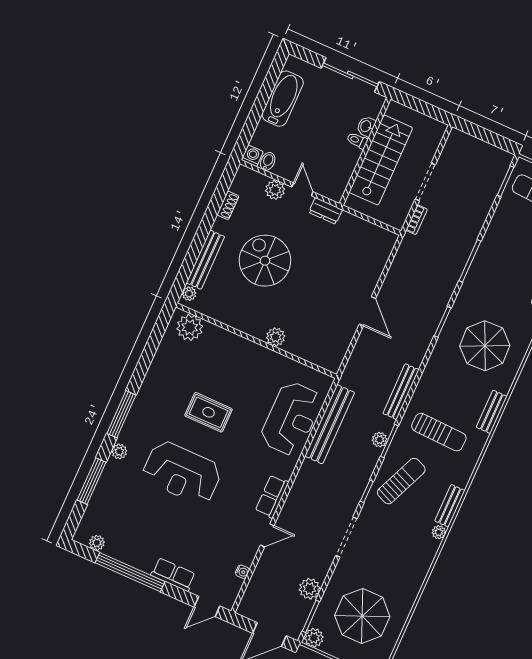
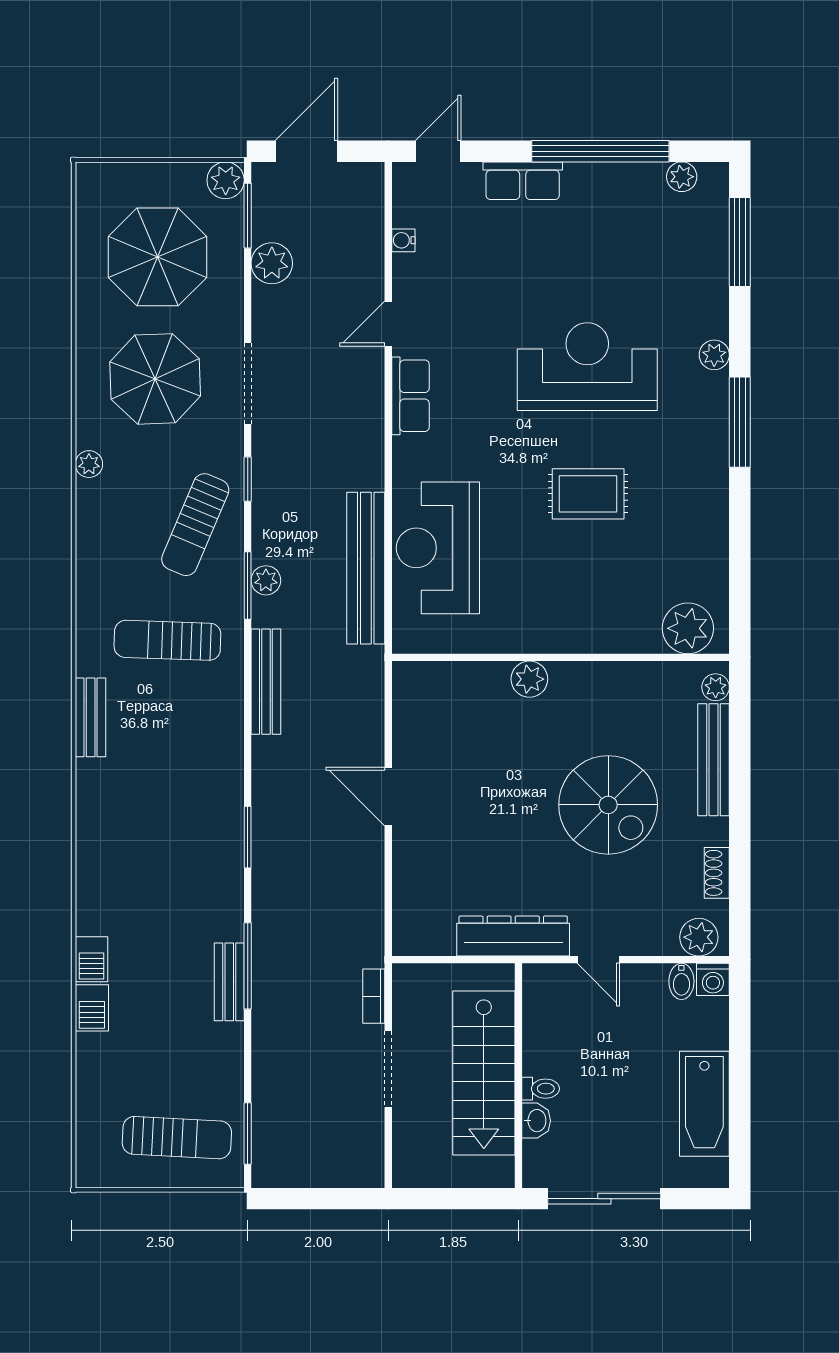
plant: (275, 190) -> (699, 937), moved
dresser: (326, 211) -> (513, 936), width x1.96, depth x1.24
parasol: (485, 346) -> (155, 379), moved
window: (91, 481) -> (740, 242), moved
bench: (450, 506) -> (229, 982), moved

